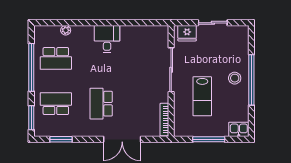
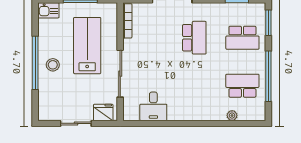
desk: (107, 39) -> (153, 106), moved
lab bench: (202, 96) -> (87, 46), width x1.36, depth x1.39

